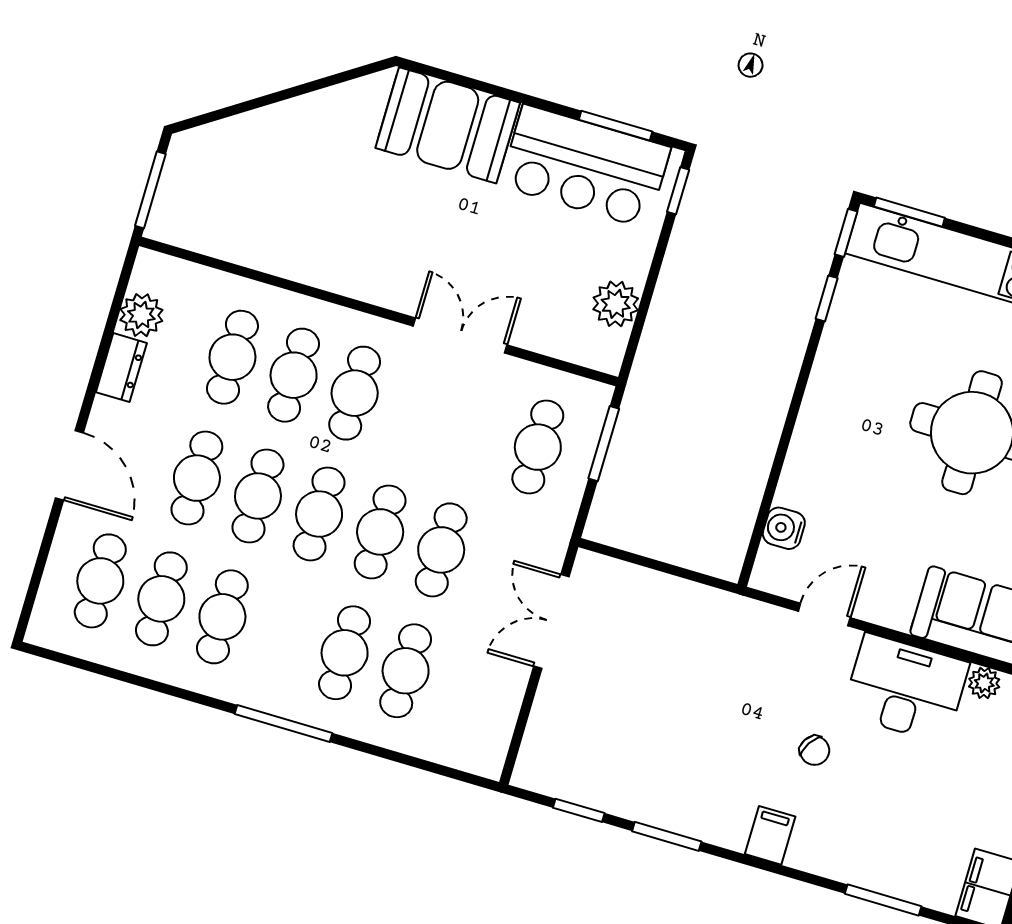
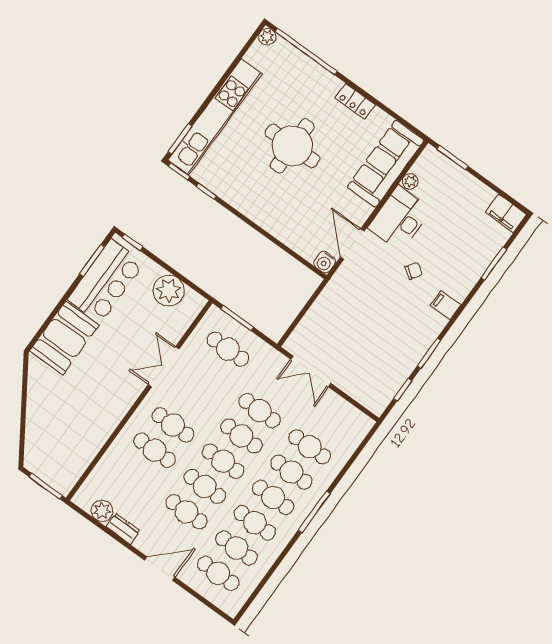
plant: (616, 304) -> (169, 290), width x1.36, depth x1.36
cafe table: (232, 357) -> (273, 497), moved
water cooler: (784, 528) -> (325, 262), moved
door: (824, 615) -> (352, 244), width x1.38

